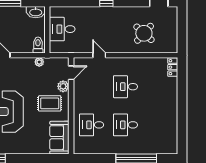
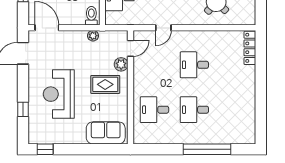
door: (99, 55) -> (163, 28), swing flipped
locker: (173, 67) -> (250, 48), width x1.53
sofa: (59, 138) -> (106, 133), moved, turned 90

